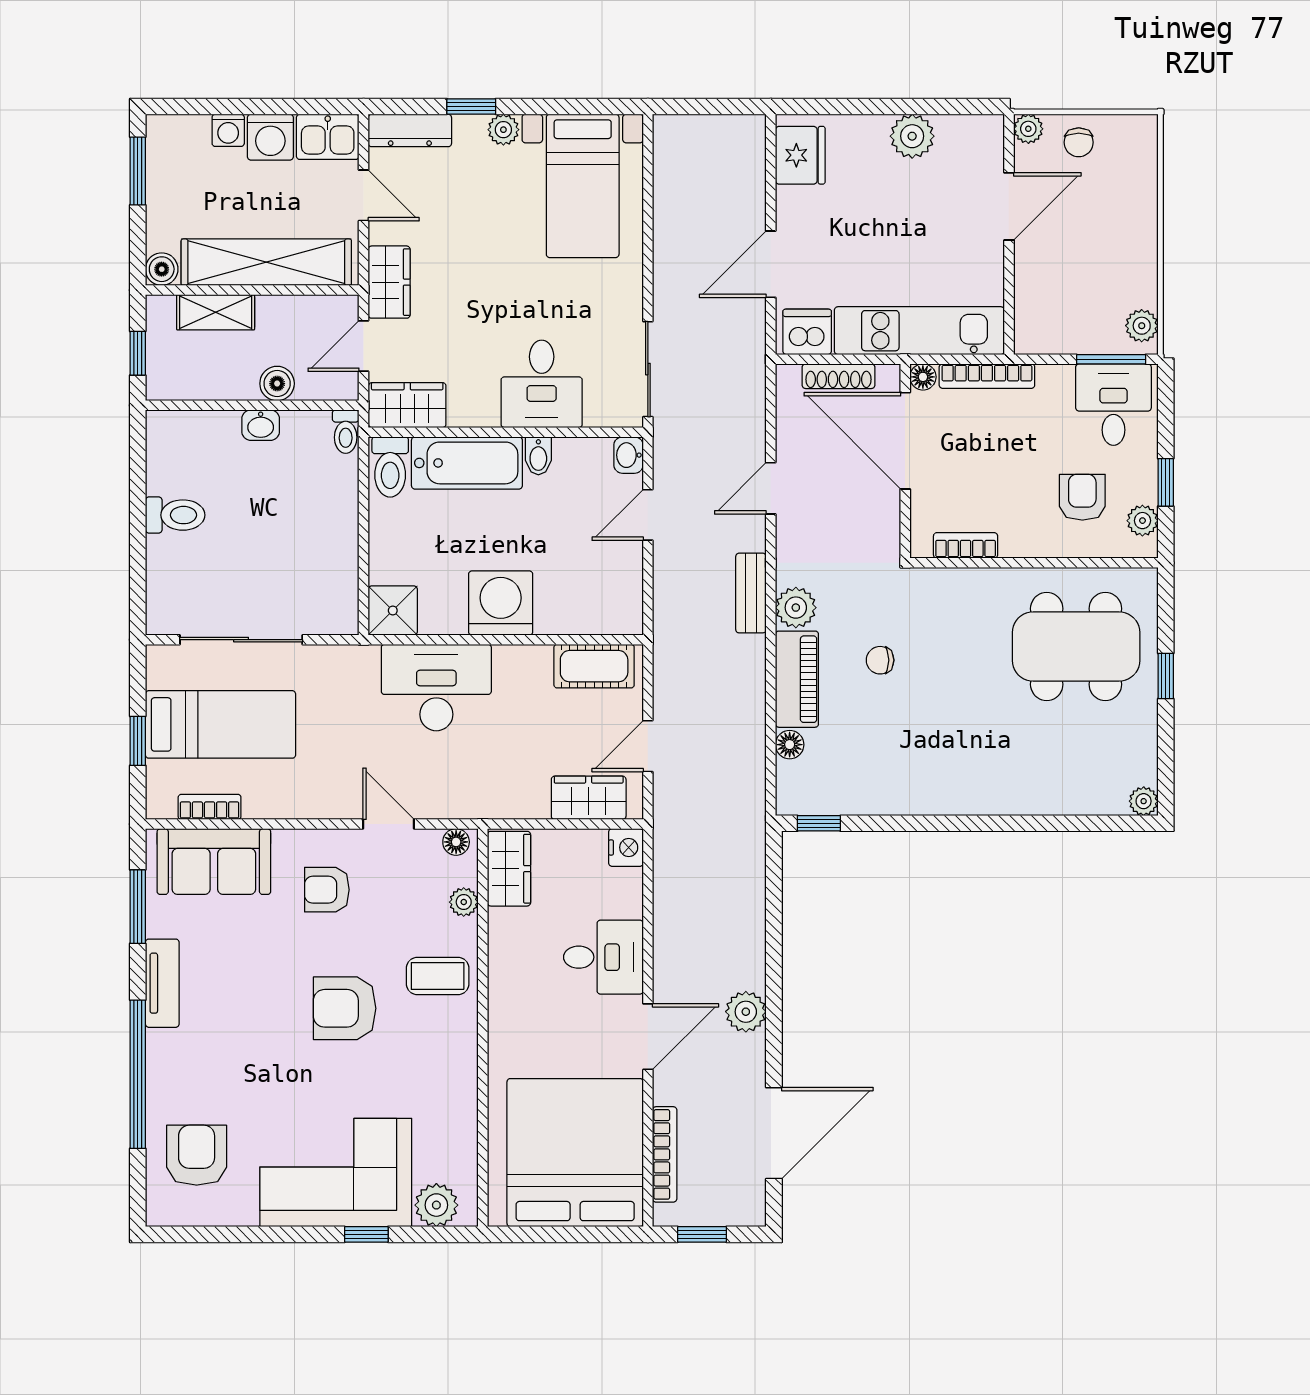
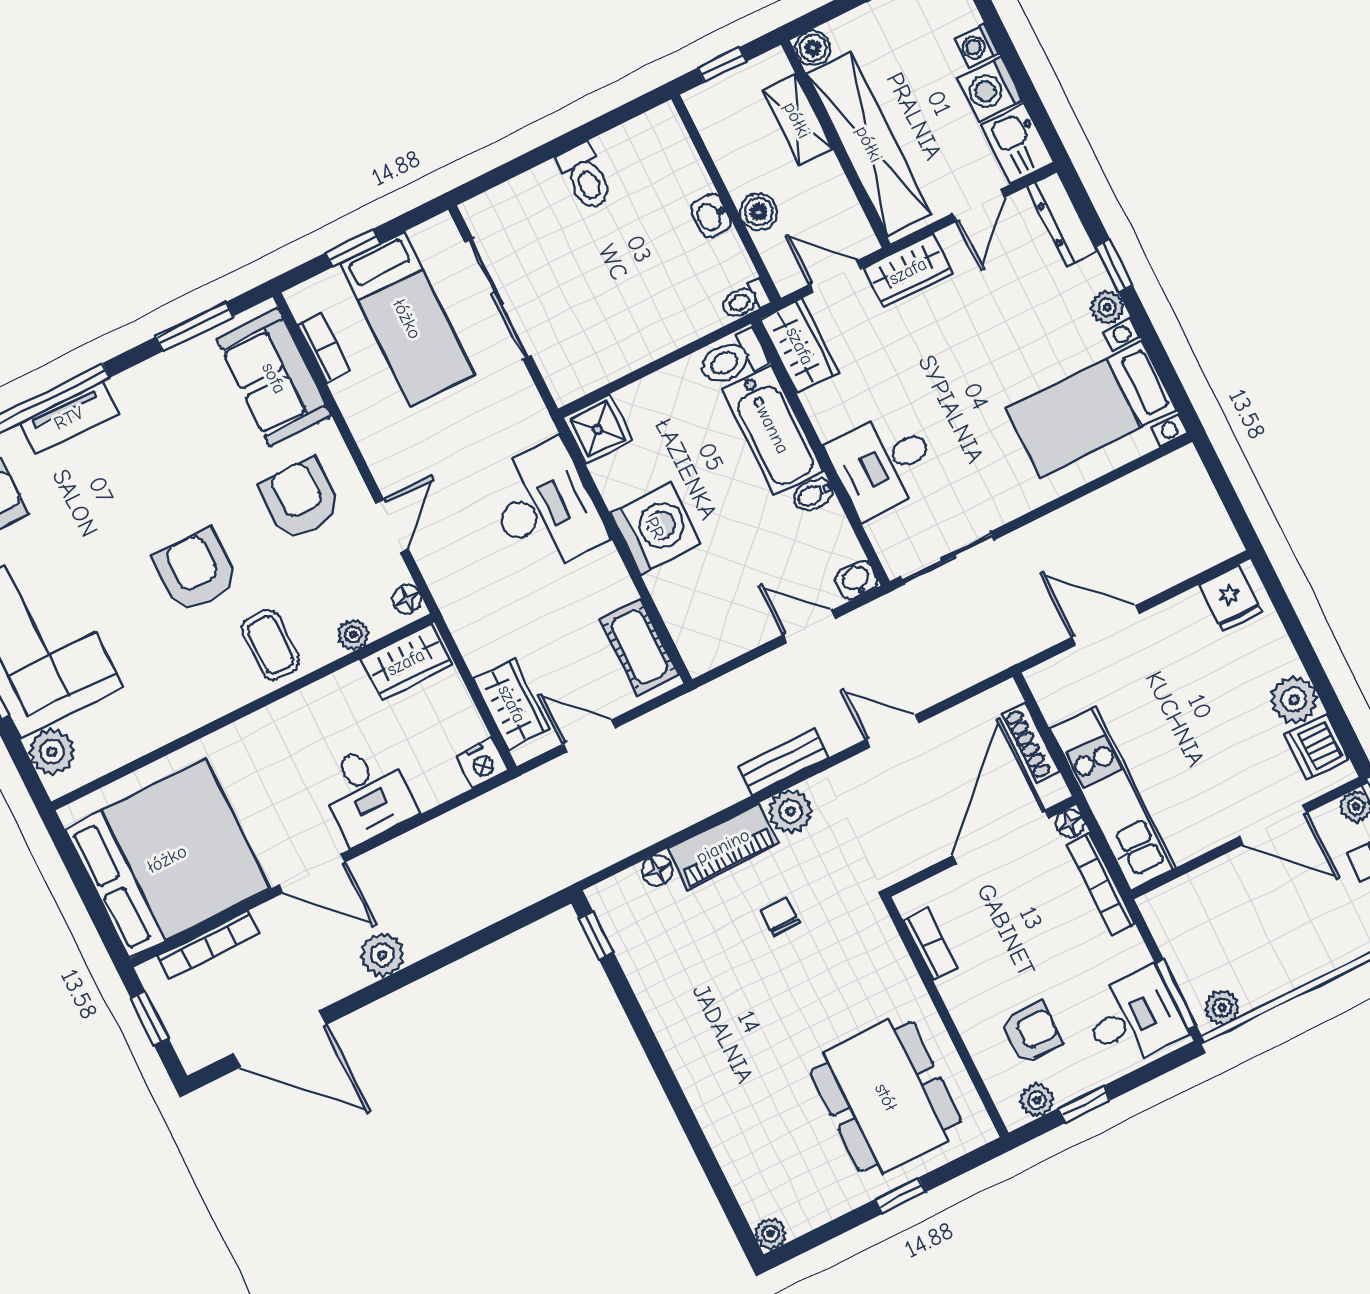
fridge: (800, 155) -> (1231, 598), width x0.72
dishwasher: (807, 332) -> (1317, 747), moved, turned 180
armchair: (327, 890) -> (300, 498), width x1.38, depth x1.38
tv unit: (162, 983) -> (69, 418), moved

